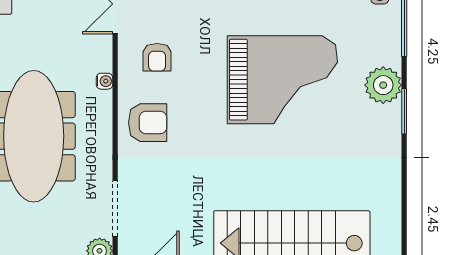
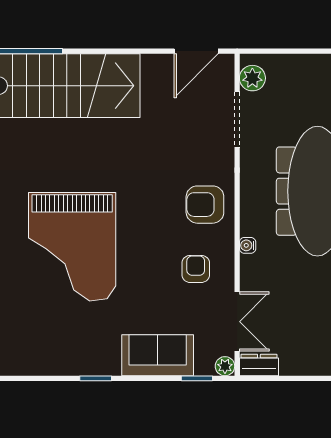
grand piano: (282, 80) -> (72, 247), turned -90

